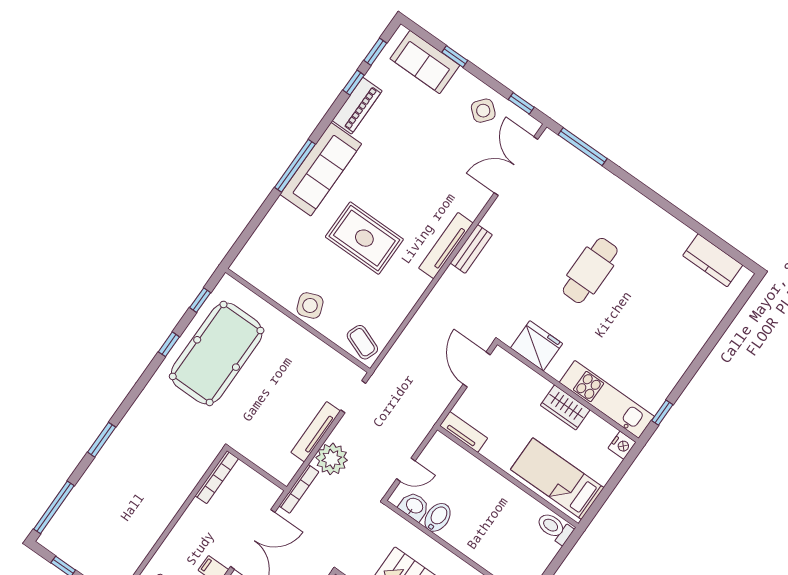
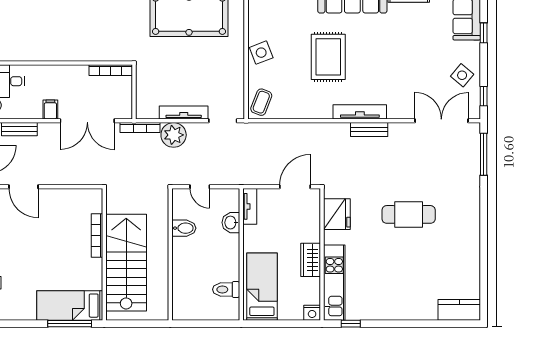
kitchen counter: (713, 260) -> (459, 310), moved, turned 90
washbasin: (414, 506) -> (231, 223), moved, turned 180
toilet: (555, 528) -> (226, 289), moved, turned -90

